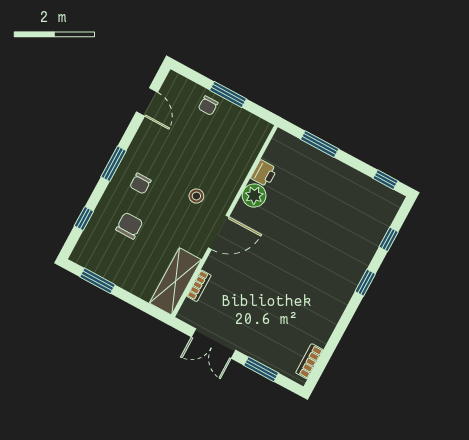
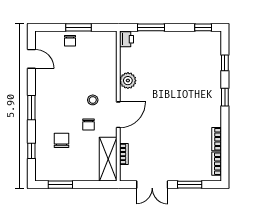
printer: (264, 173) -> (127, 39), moved
chair: (140, 184) -> (89, 125), moved
bookcase: (326, 330) -> (217, 139), added

